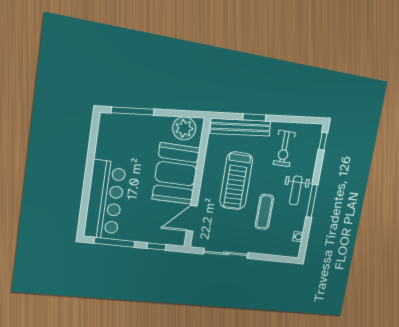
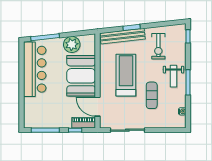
plant: (184, 128) -> (72, 44), moved
treadmill: (236, 181) -> (126, 75), turned 180
bar counter: (105, 200) -> (35, 69), moved
door: (192, 218) -> (98, 107), hinge flipped
piano: (170, 238) -> (84, 123), added

